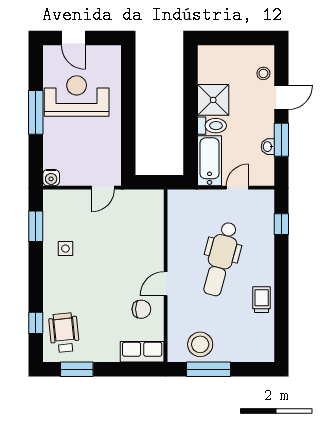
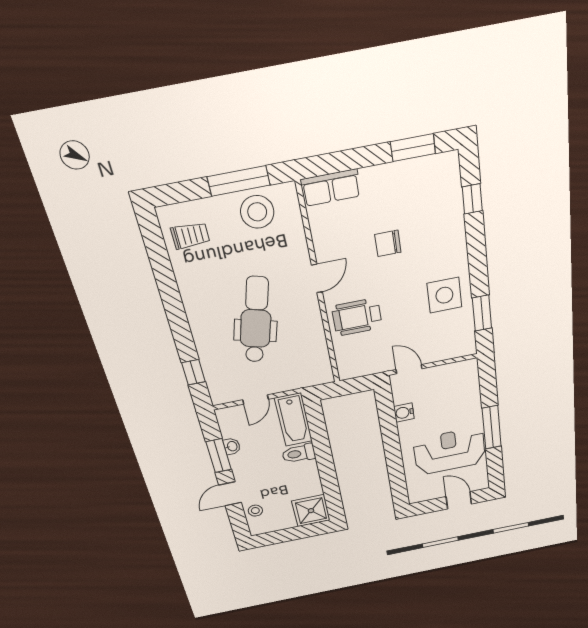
reception desk: (77, 96) -> (450, 451), turned 180
shower: (213, 100) -> (311, 511), moved
water cooler: (51, 178) -> (404, 413), moved, turned -90
door: (103, 188) -> (409, 369), hinge flipped
side table: (65, 249) -> (444, 295), width x1.87, depth x1.87
trolley: (262, 300) -> (190, 236), moved, turned -90
chair: (141, 309) -> (388, 243), moved
wheelchair: (64, 333) -> (357, 317), moved, turned 96

